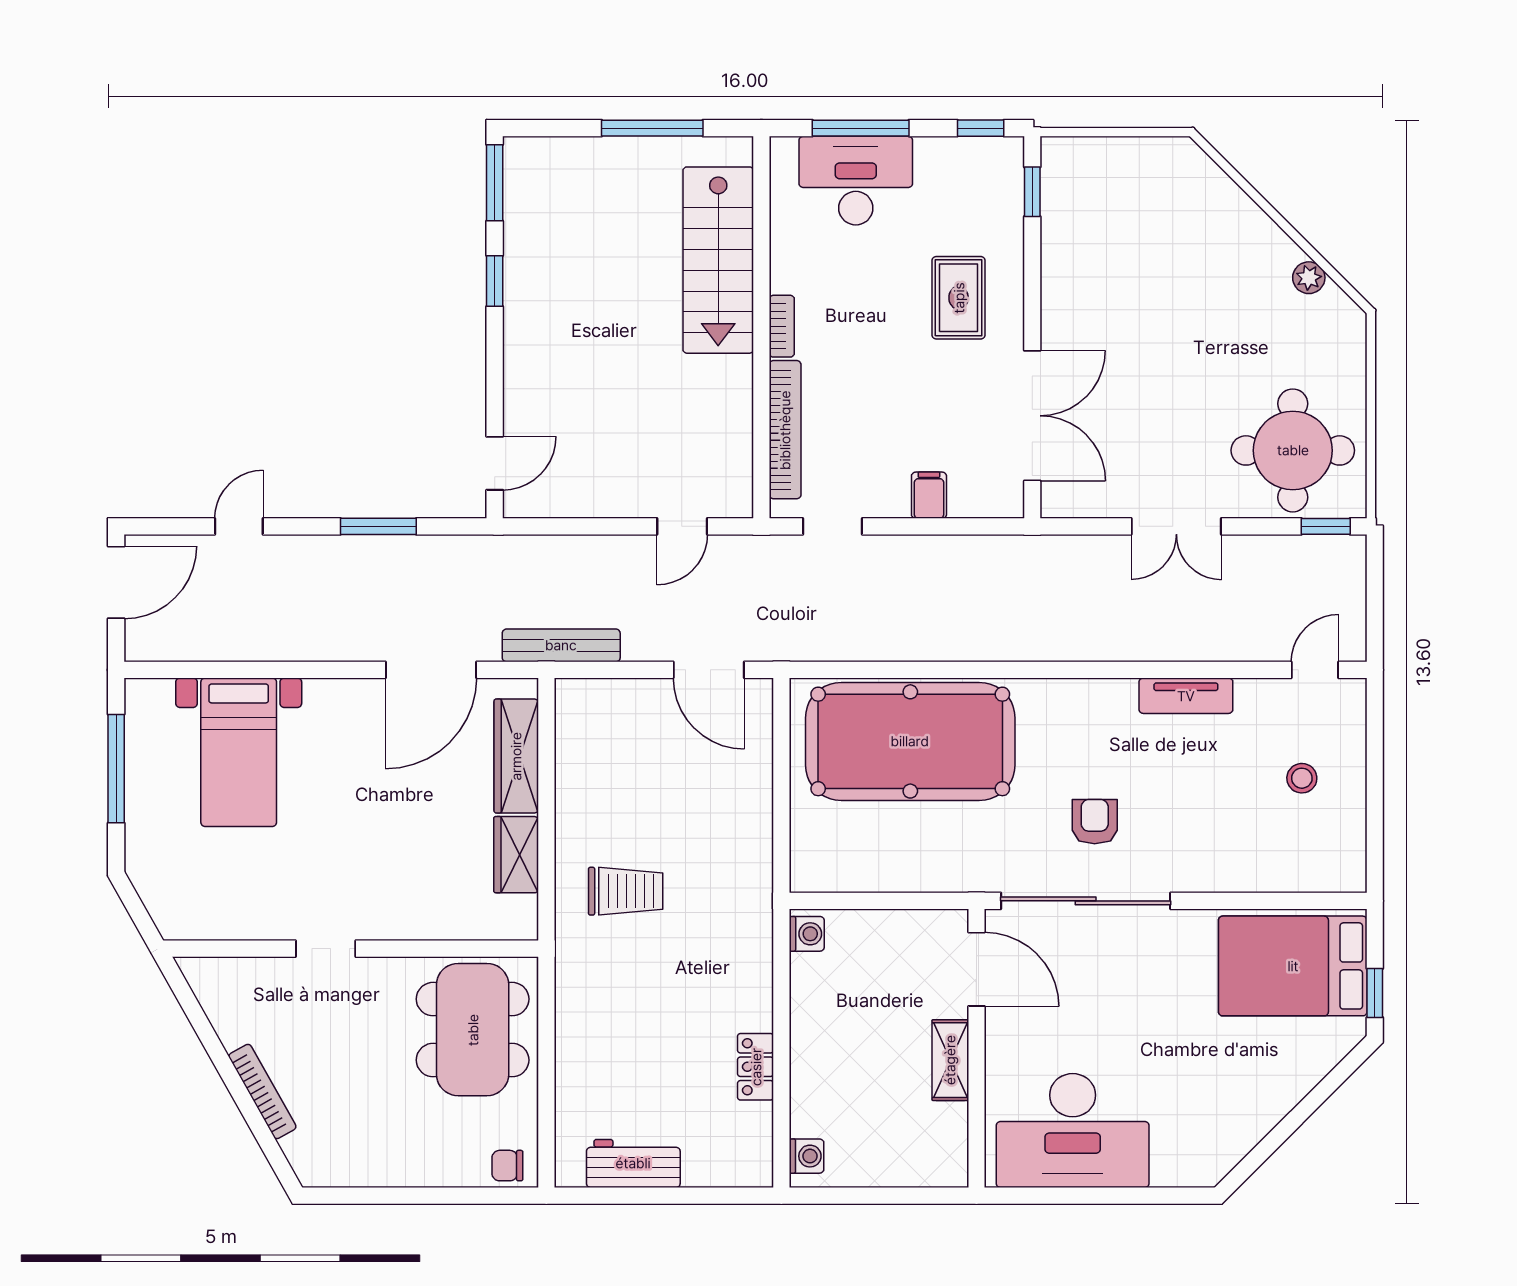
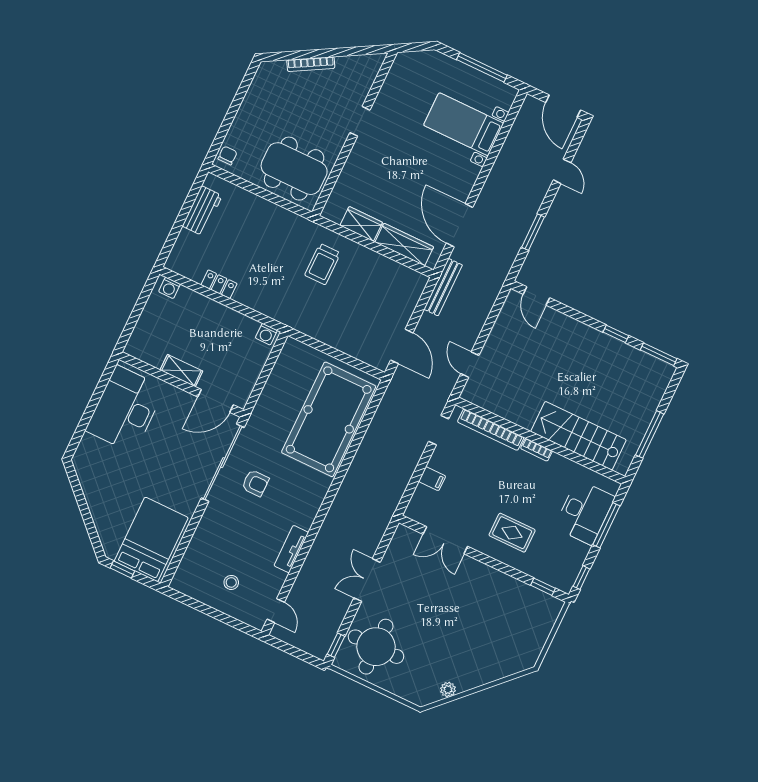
double door: (1032, 416) -> (445, 540), width x0.73
door: (709, 670) -> (402, 346), swing flipped

